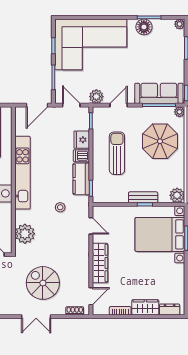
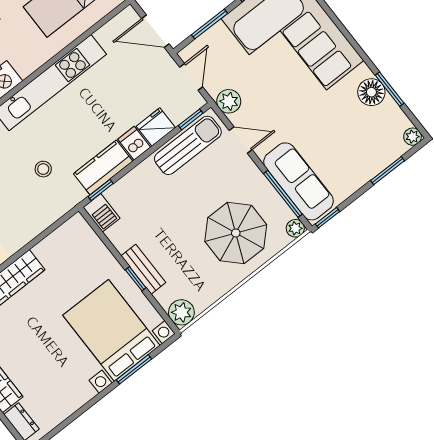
sun lounger: (117, 153) -> (188, 145), moved
barbecue: (102, 196) -> (101, 213), added
door: (91, 226) -> (50, 229), removed

